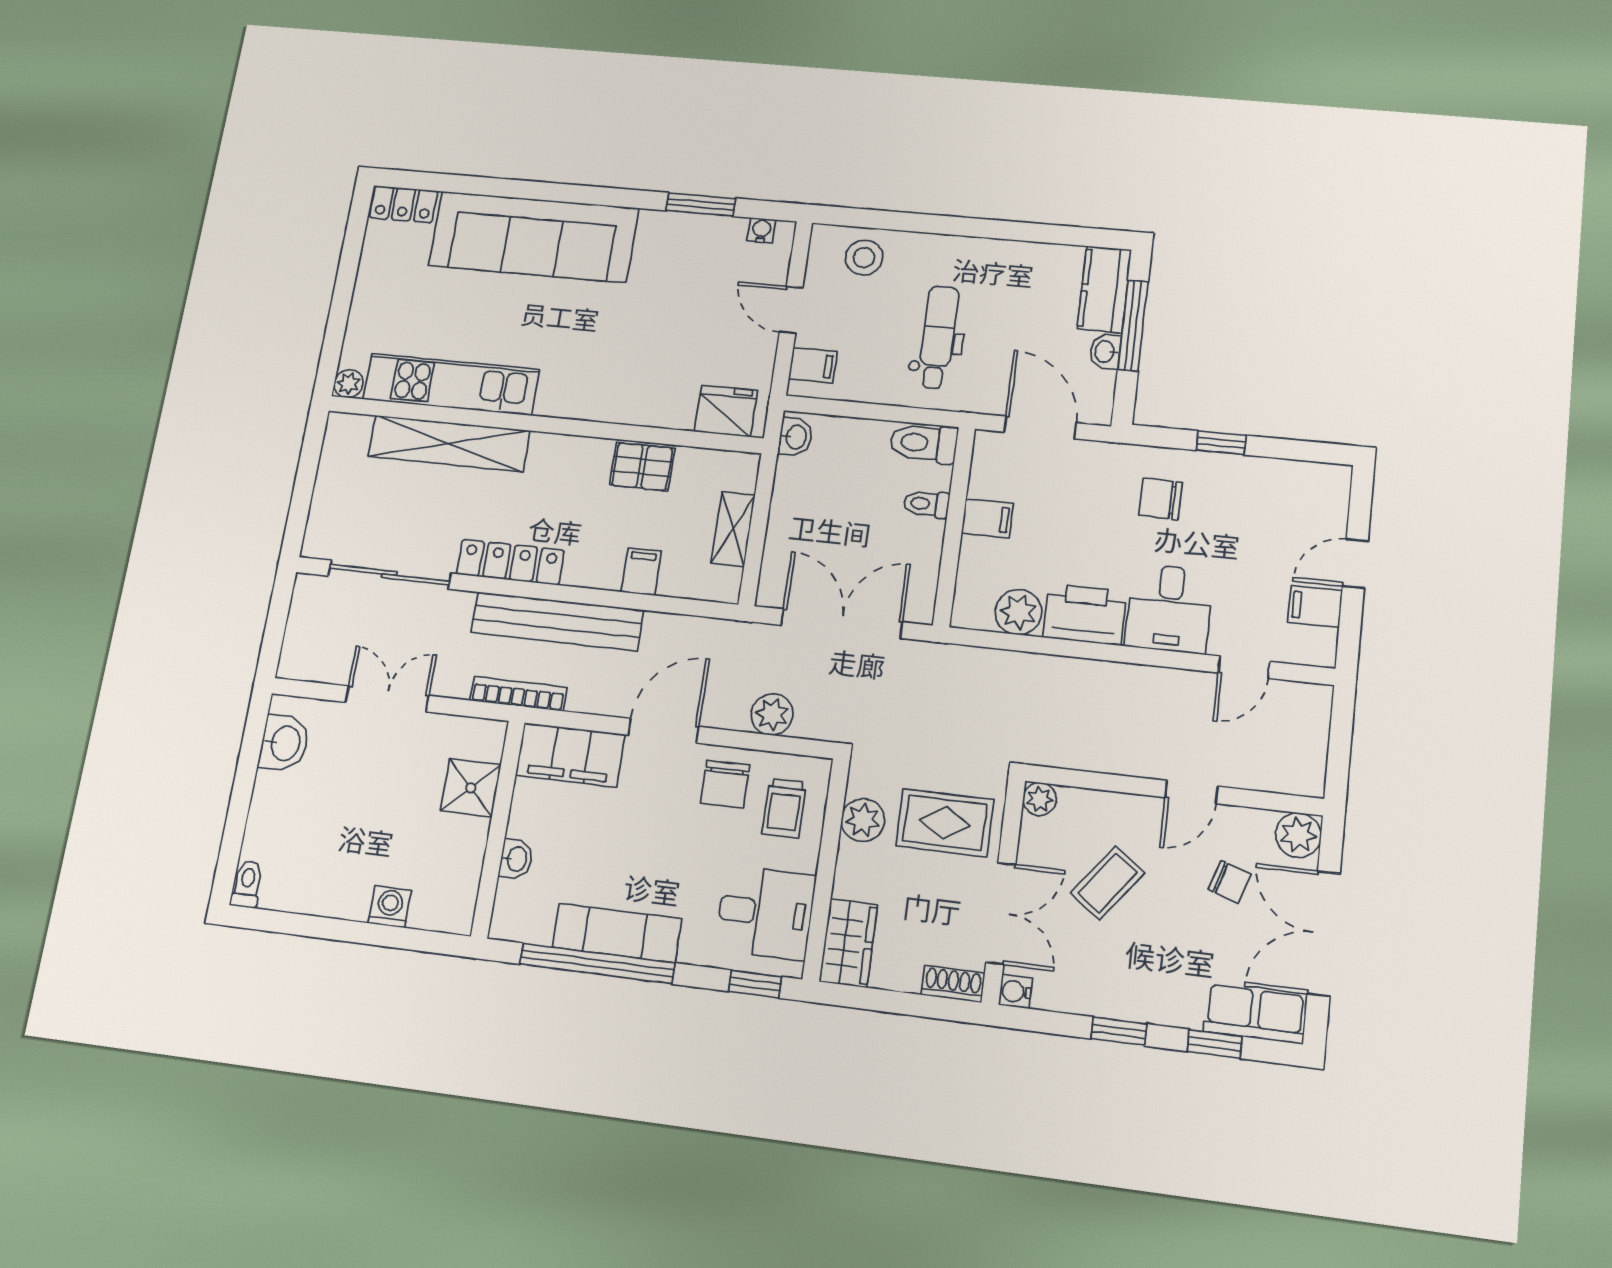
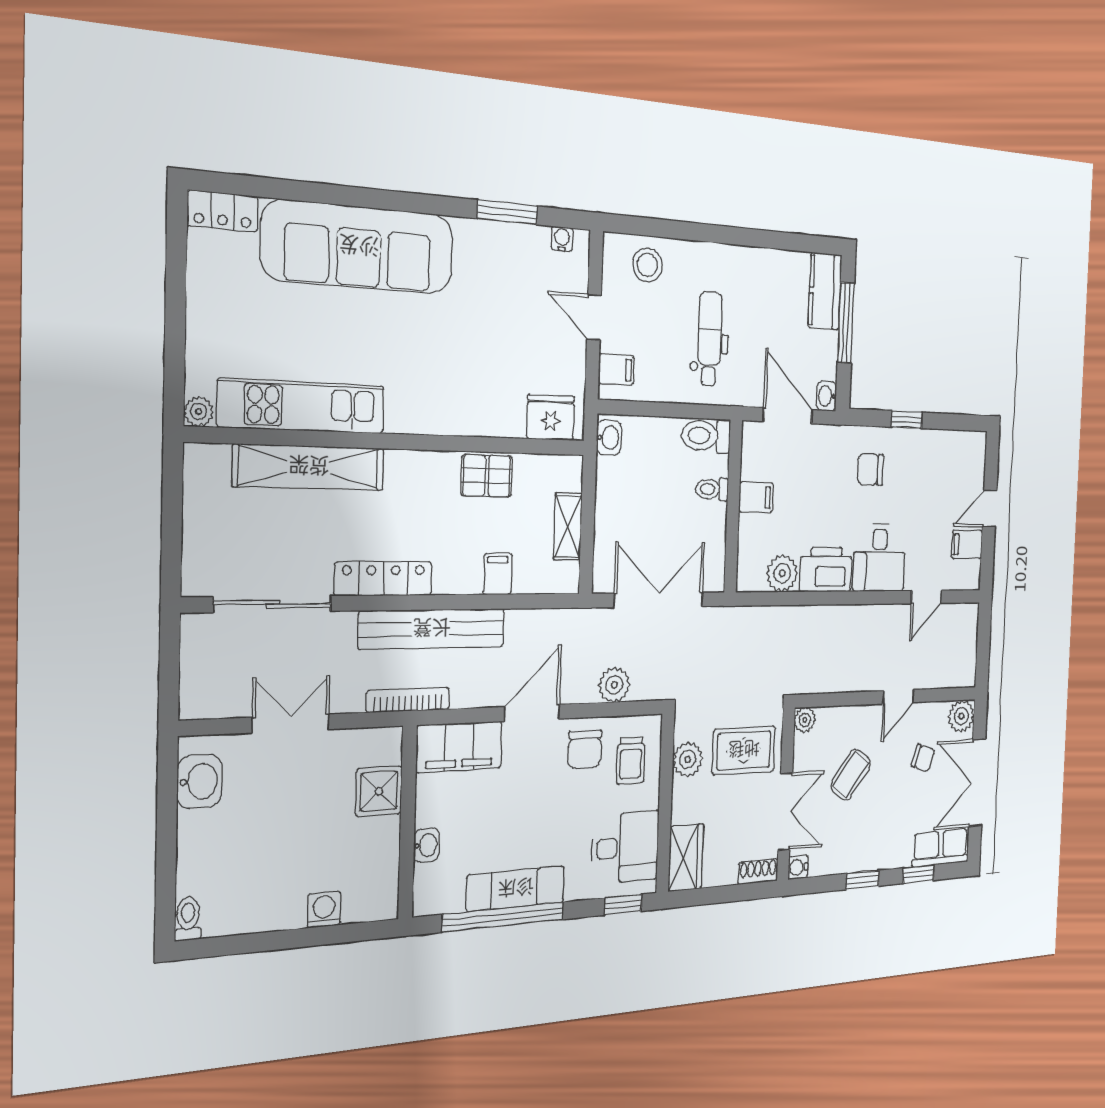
washbasin: (1105, 352) -> (826, 396), moved

